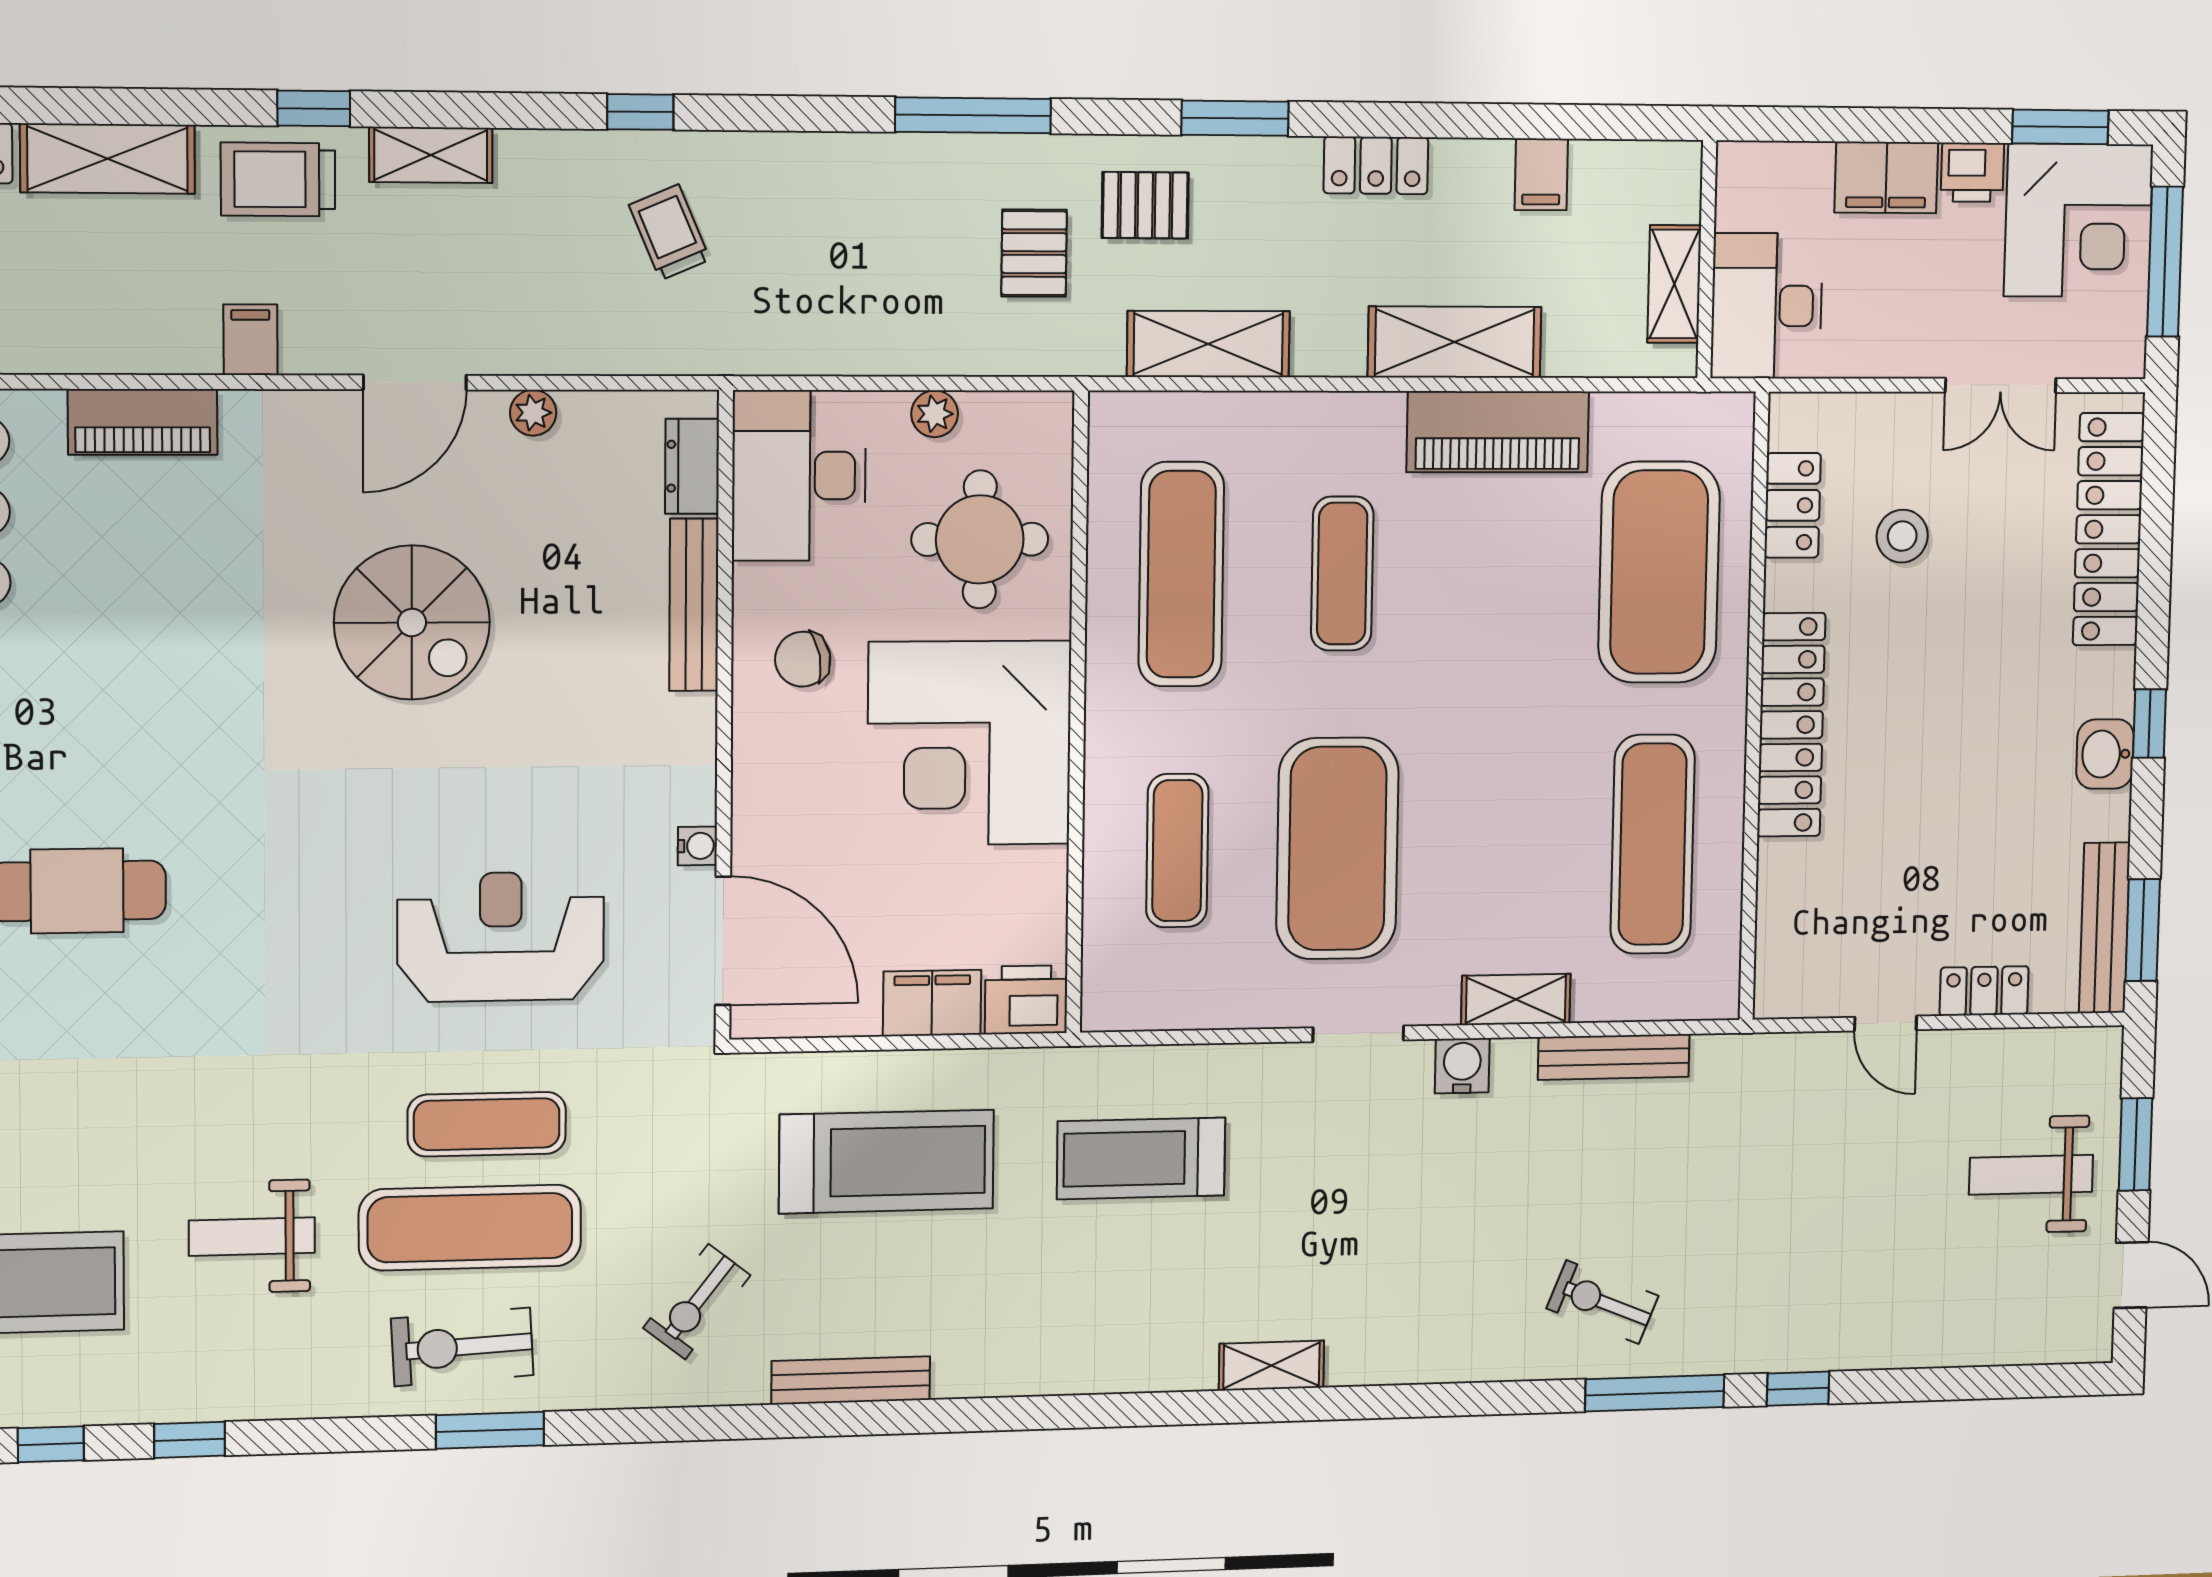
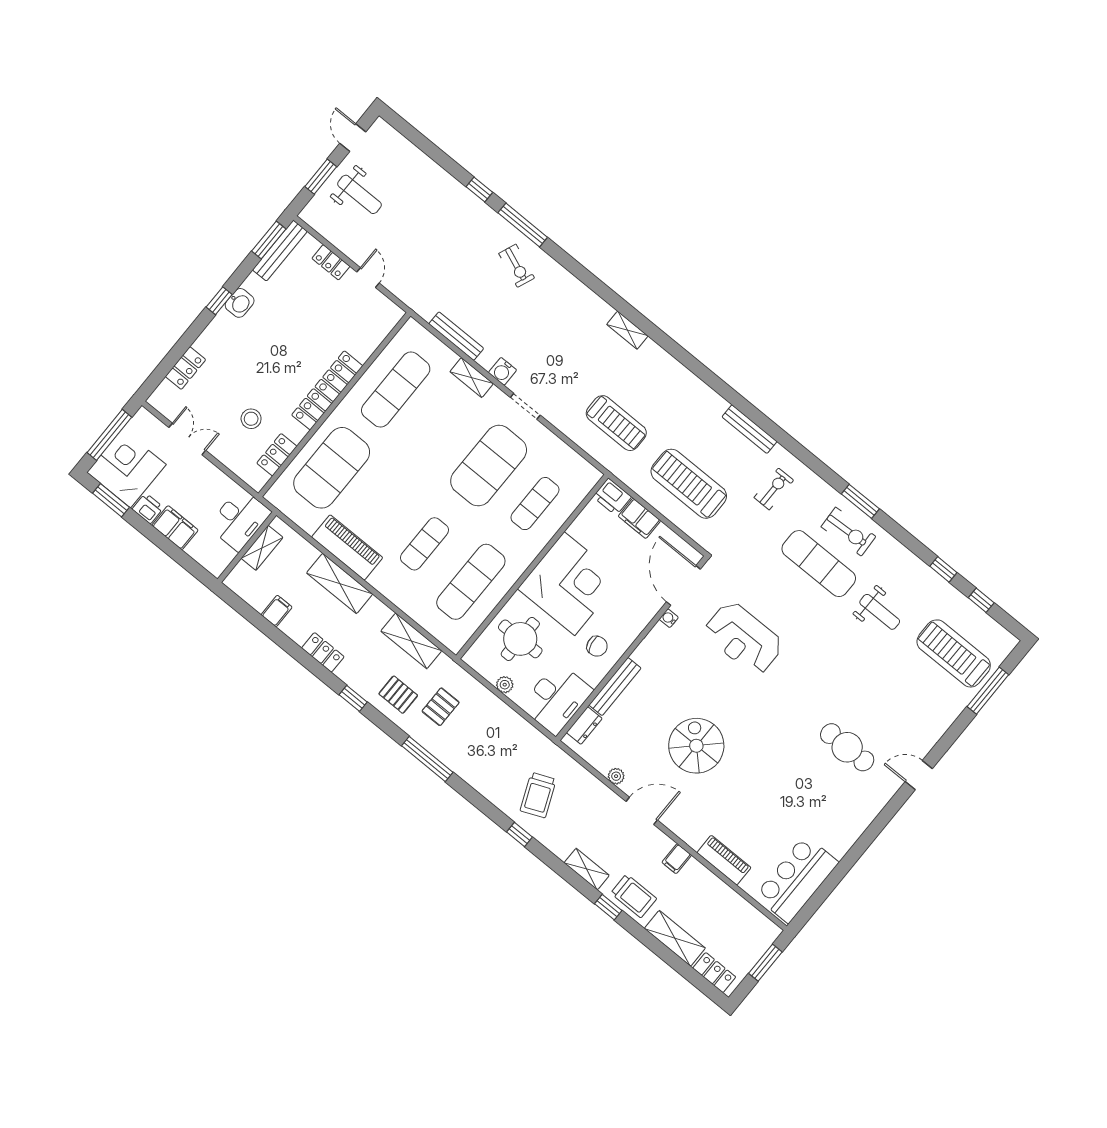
window: (1235, 118) -> (353, 698), width x0.67
trolley: (670, 232) -> (538, 795), width x1.36, depth x1.39
locker: (2109, 529) -> (185, 368), width x0.46, depth x0.83
exercise mat: (487, 1124) -> (790, 589), removed
exercise bike: (697, 1302) -> (774, 489), turned -38

